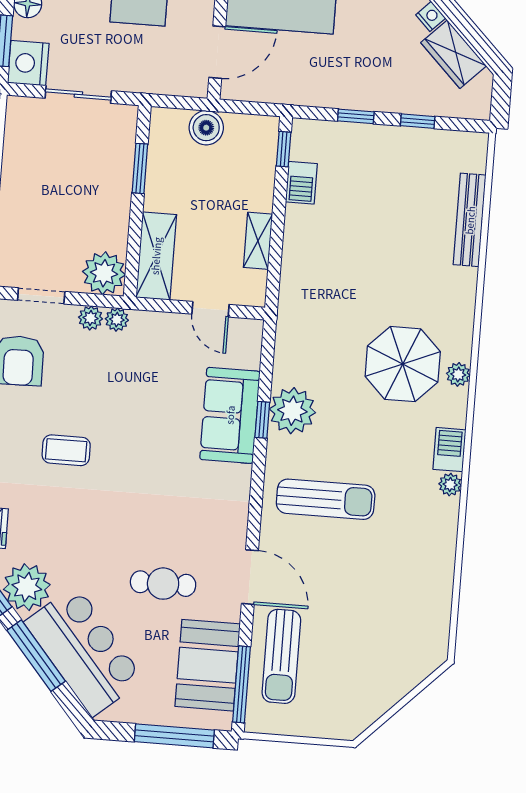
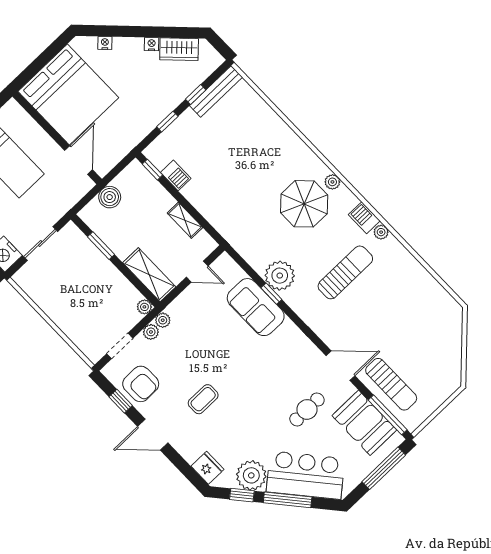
bench: (470, 220) -> (216, 91), moved, turned 90
plant: (104, 273) -> (144, 307), width x0.53, depth x0.53
sun lounger: (326, 499) -> (345, 272), moved

